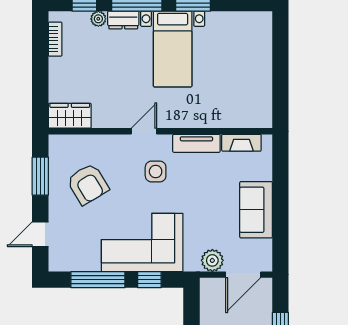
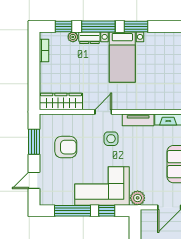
wardrobe: (70, 116) -> (61, 102), width x1.50
armchair: (88, 184) -> (66, 147), turned -59
plant: (212, 260) -> (138, 198), moved

